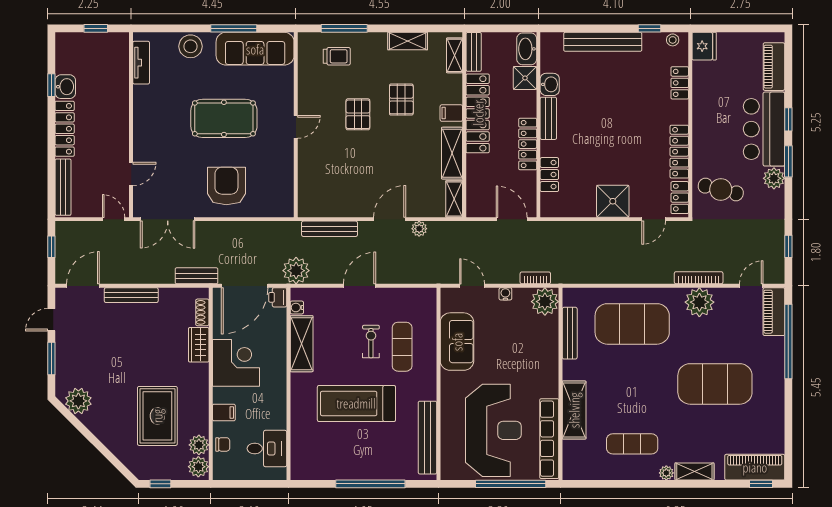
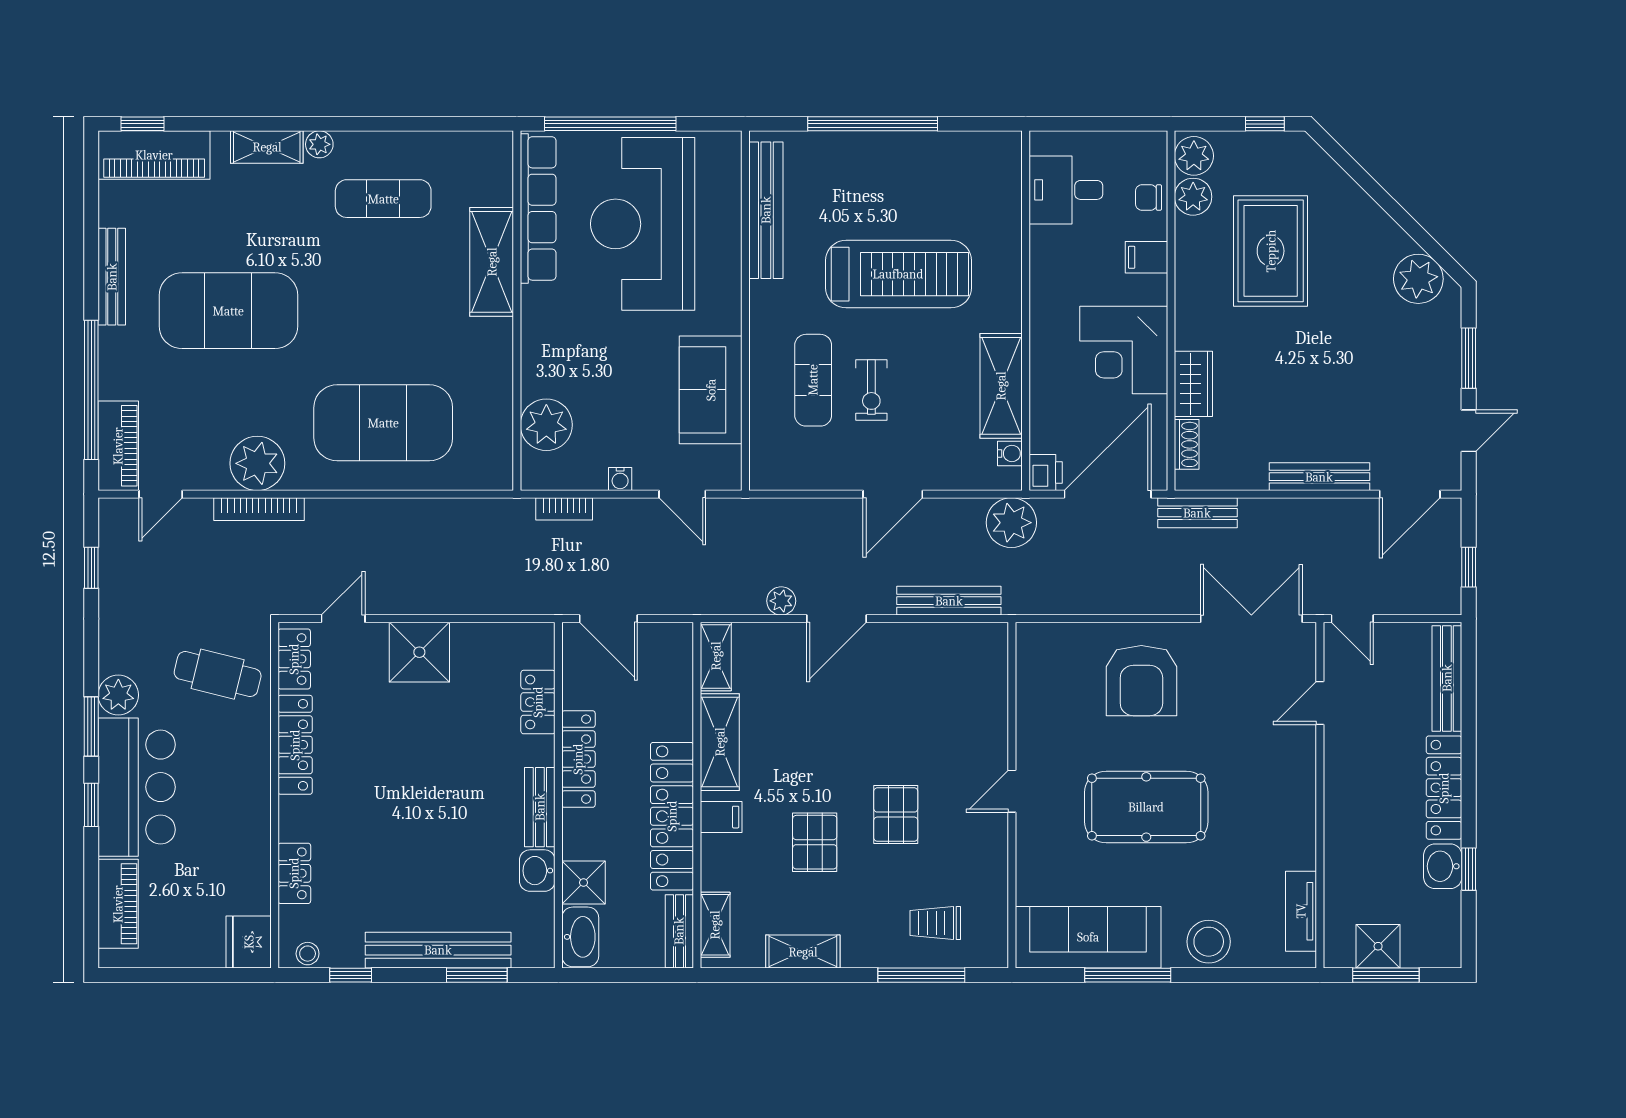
window: (96, 28) -> (1386, 975), width x1.50
window: (582, 28) -> (477, 975), added
shower: (100, 44) -> (1378, 946), added
plant: (545, 302) -> (546, 425), moved
bench: (570, 333) -> (112, 277), moved

